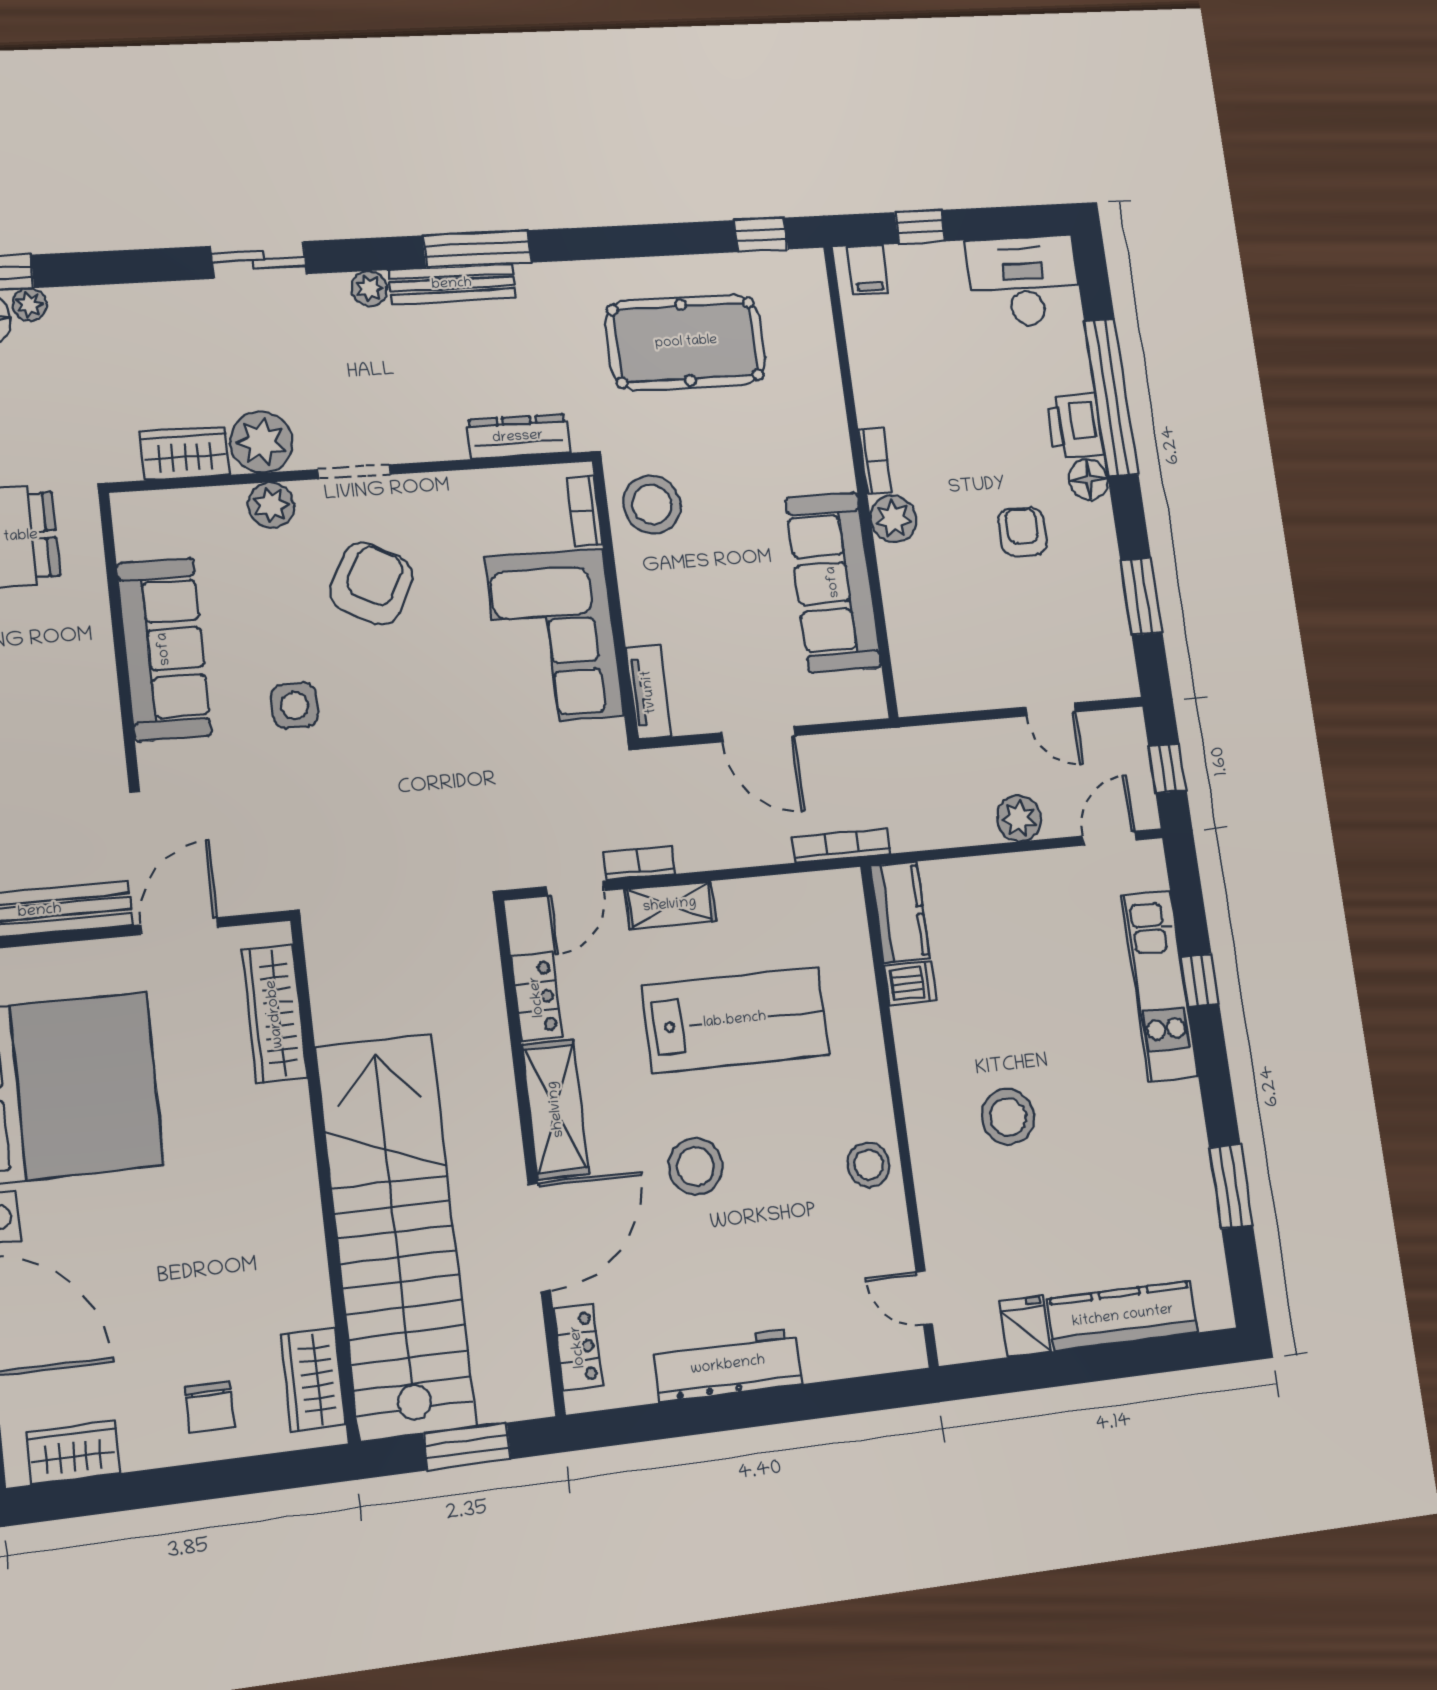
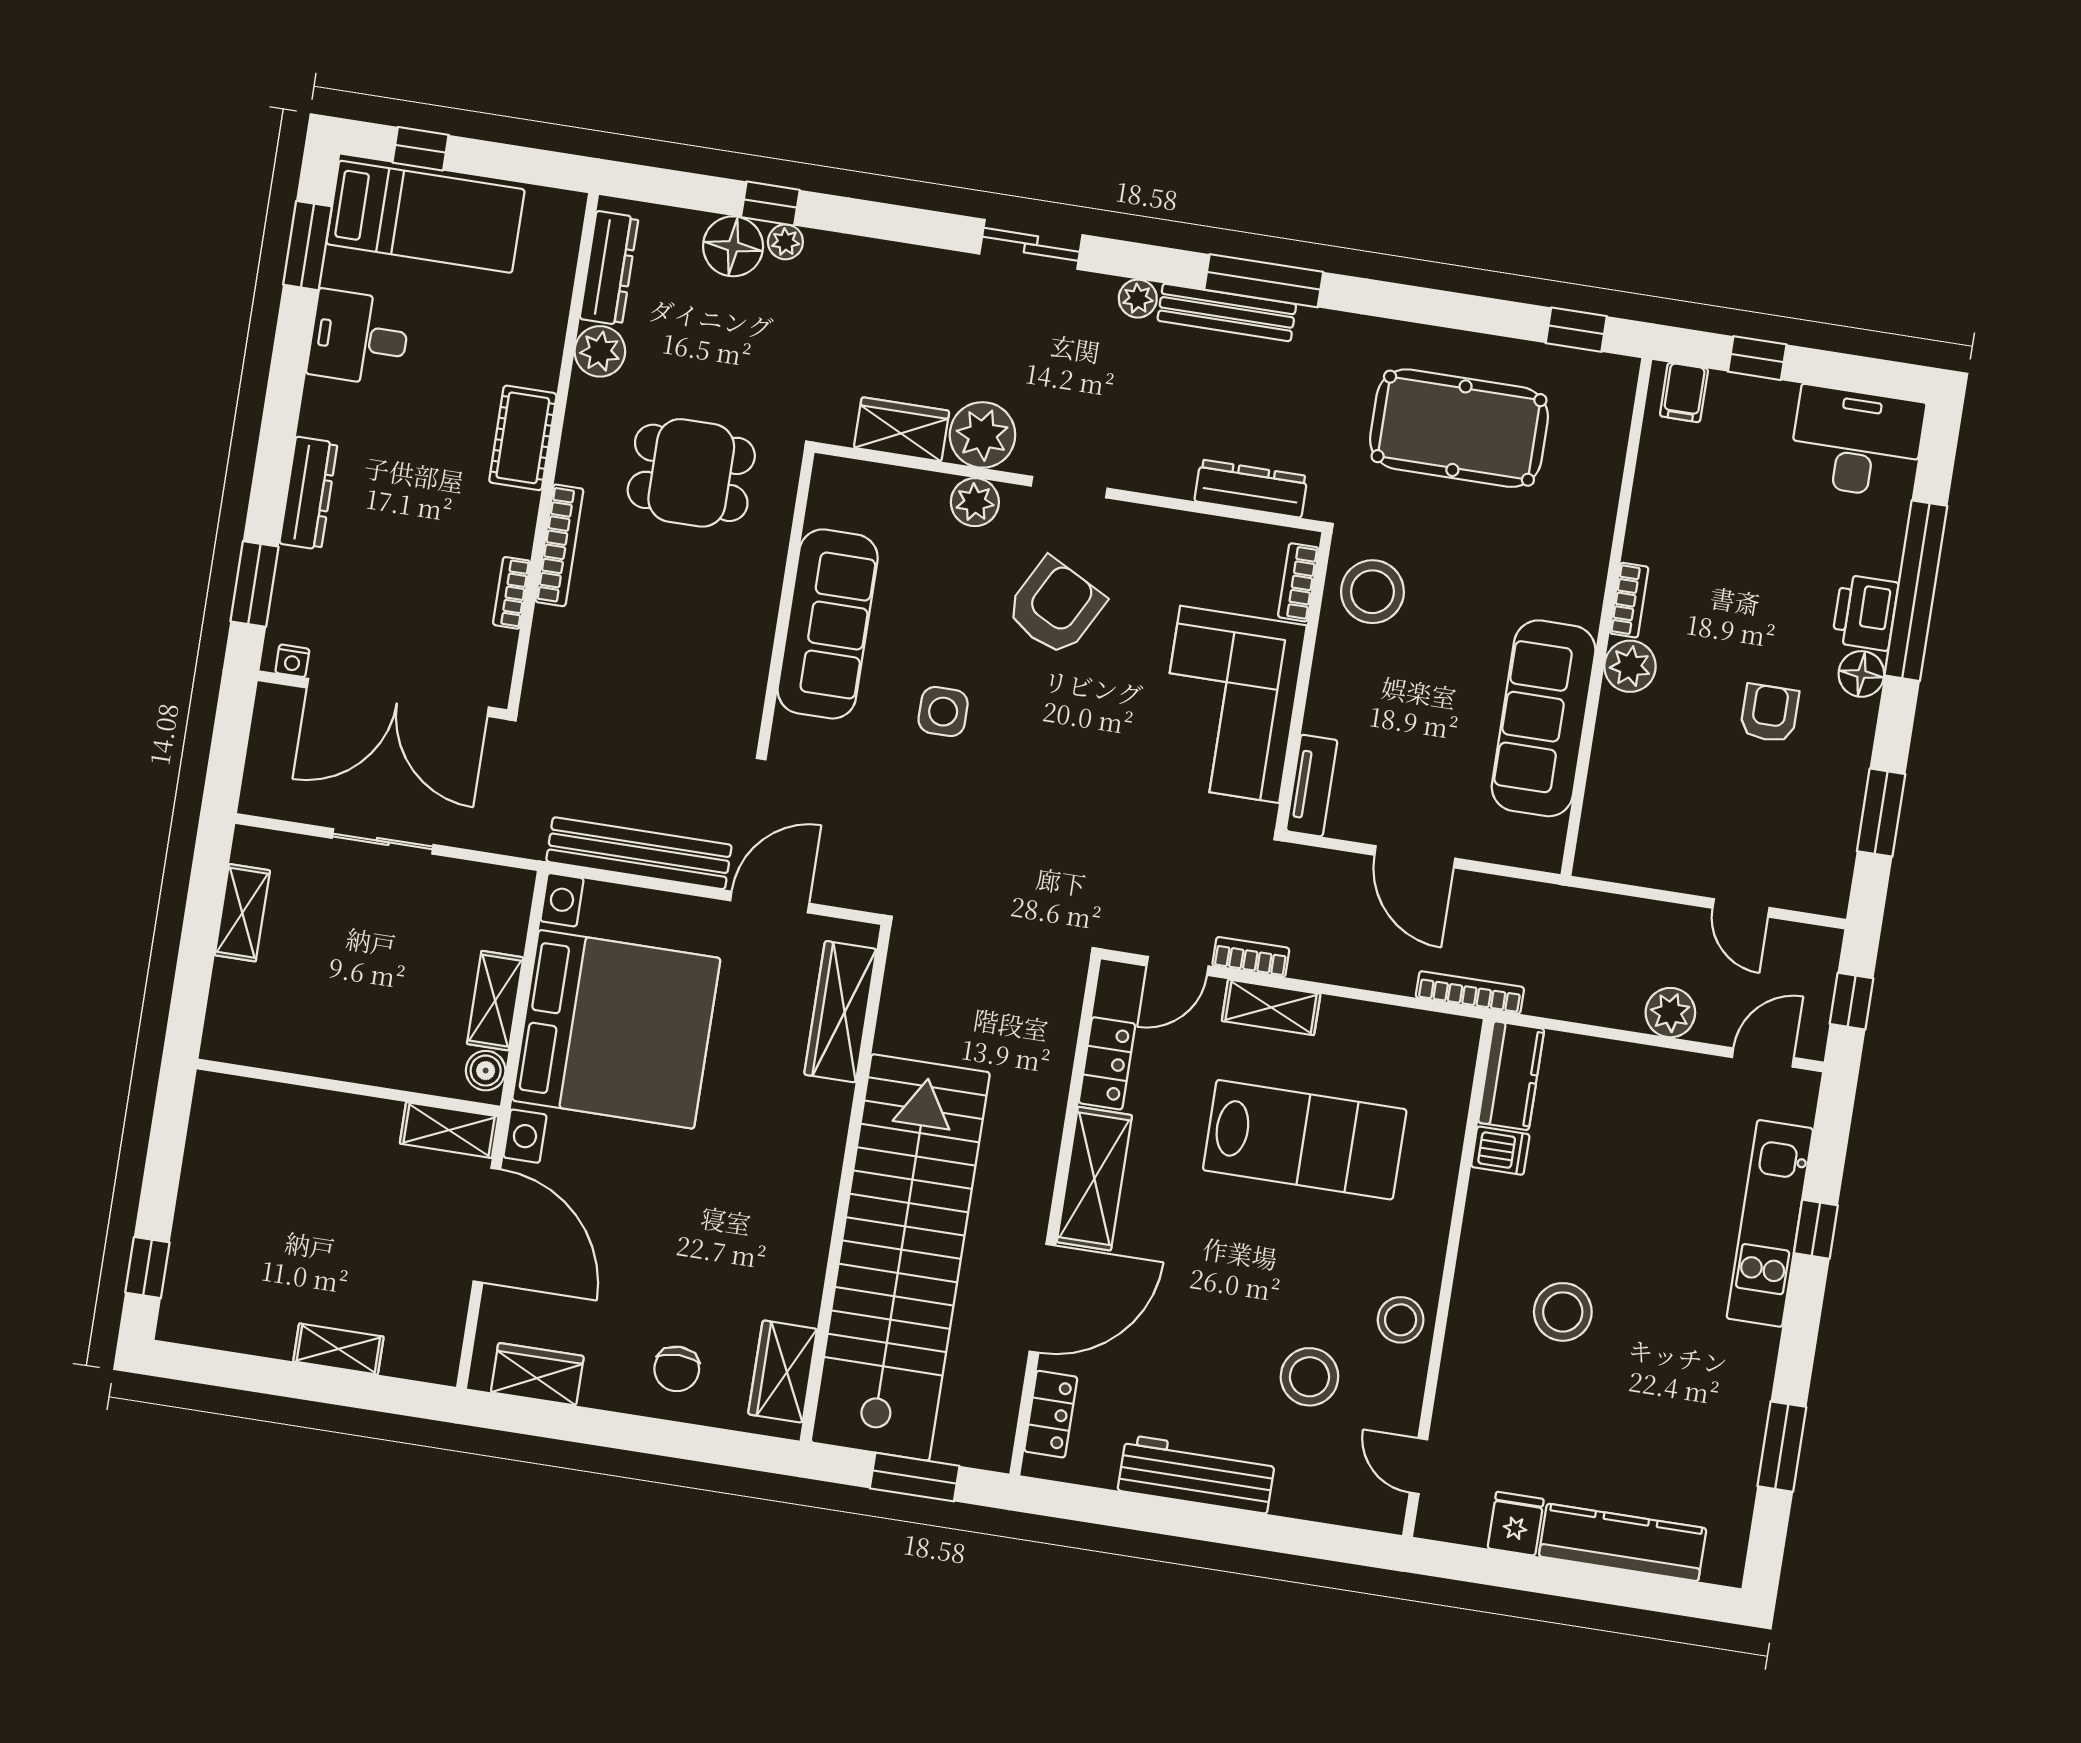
stool: (696, 1166) -> (1309, 1377), moved

